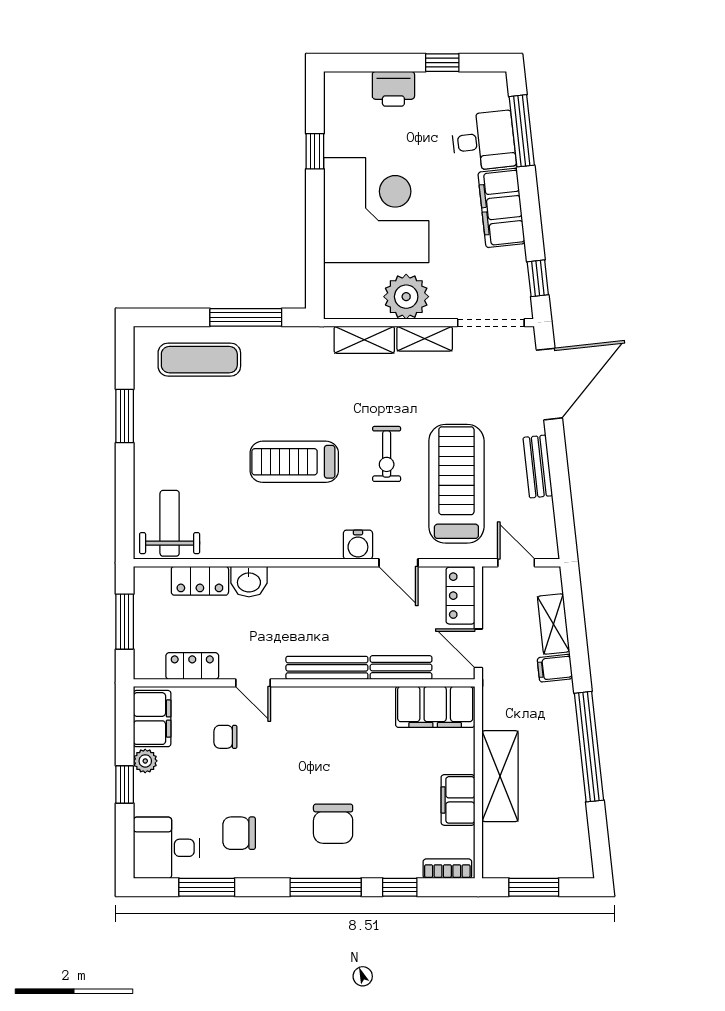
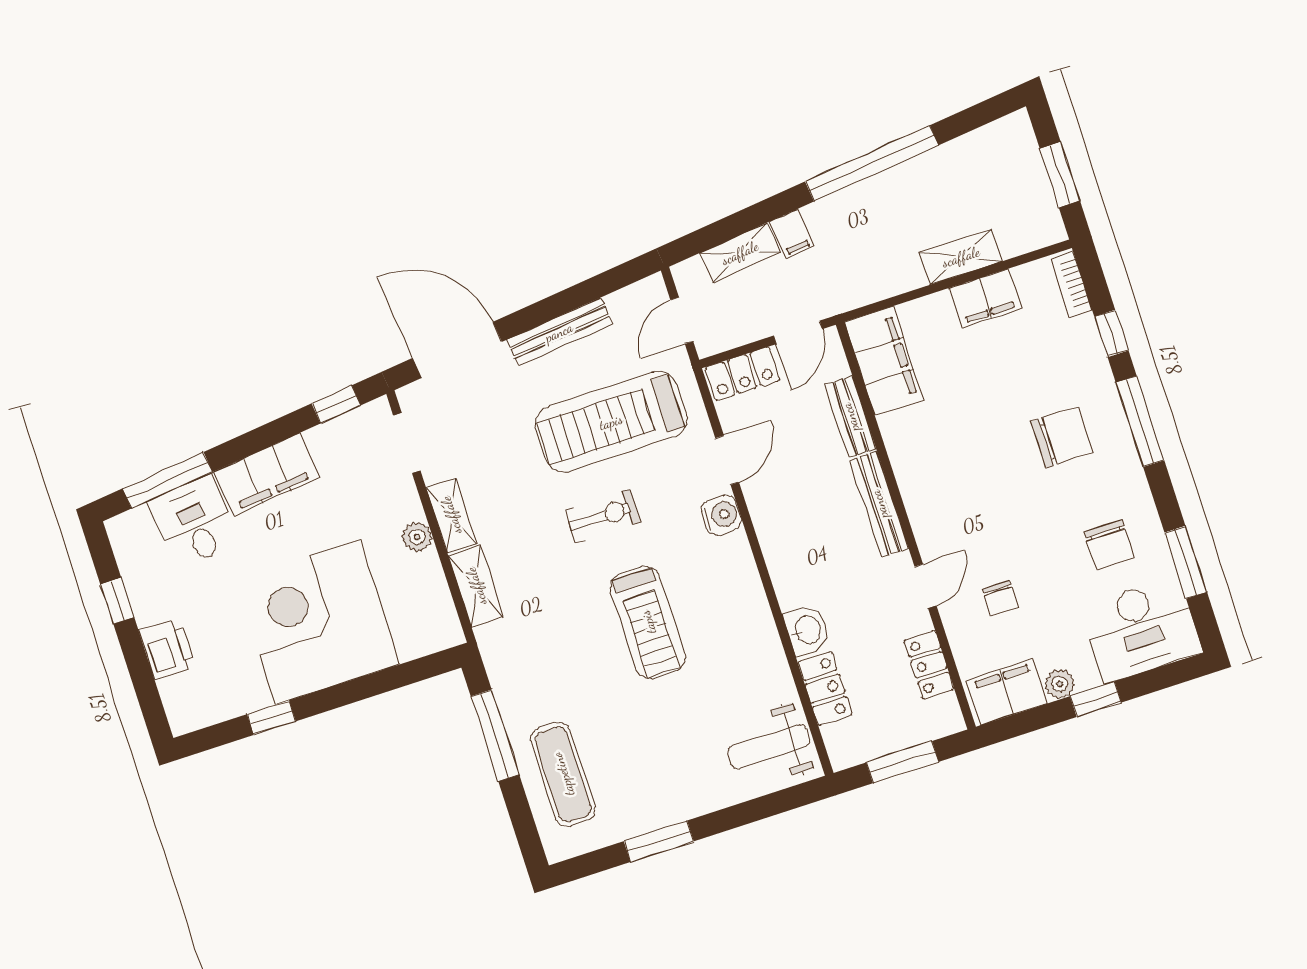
plant: (406, 297) -> (417, 537), width x0.53, depth x0.53
doorway: (491, 323) -> (407, 443), width x0.73
bench: (538, 467) -> (559, 332), width x1.36
shelving: (500, 776) -> (961, 257), width x0.67, depth x0.75
desk: (166, 848) -> (1141, 630), width x1.37

